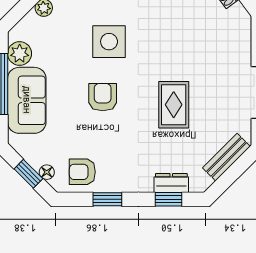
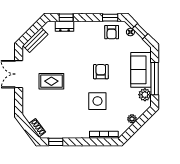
armchair: (103, 97) -> (101, 72), turned 180
rug: (174, 105) -> (51, 81), moved, turned 90
armchair: (82, 172) -> (112, 32), turned 90
window: (107, 199) -> (110, 18), moved

